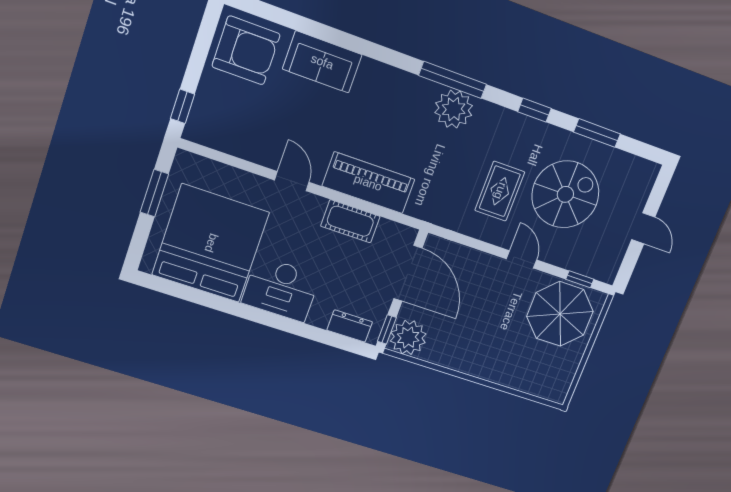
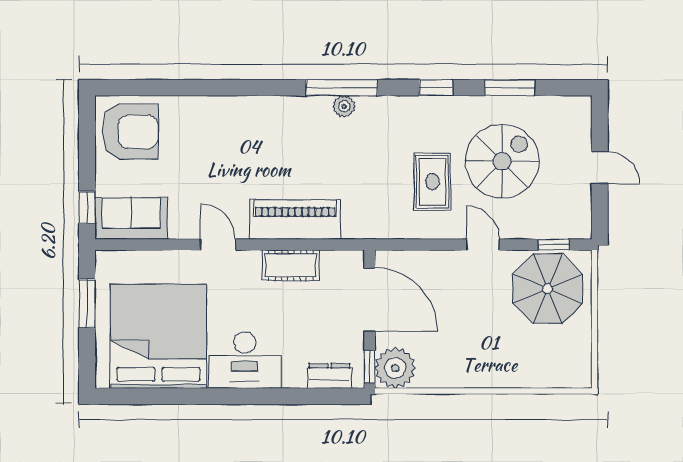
sofa: (322, 62) -> (131, 218), moved, turned 180
plant: (454, 109) -> (344, 106), width x0.53, depth x0.53

